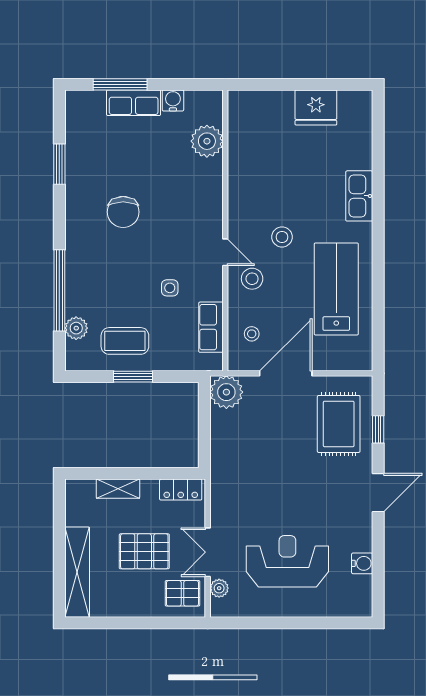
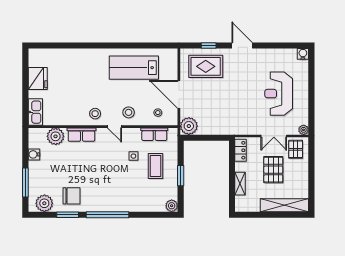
row of seats: (134, 103) -> (81, 135), moved, turned 90
plant: (81, 120) -> (44, 203), added
kitchen sink: (359, 196) -> (35, 112), moved, turned -90
chair: (123, 212) -> (72, 196), moved
stool: (282, 237) -> (95, 114), moved
door: (225, 252) -> (115, 127), swing flipped
window: (59, 290) -> (108, 215), moved
plant: (76, 328) -> (172, 206), moved
coffee table: (125, 341) -> (155, 166), moved
water cooler: (362, 563) -> (303, 54), moved
plant: (219, 588) -> (304, 130), moved

